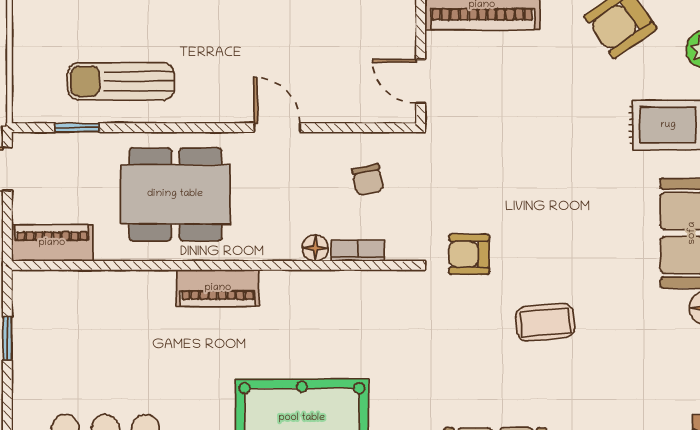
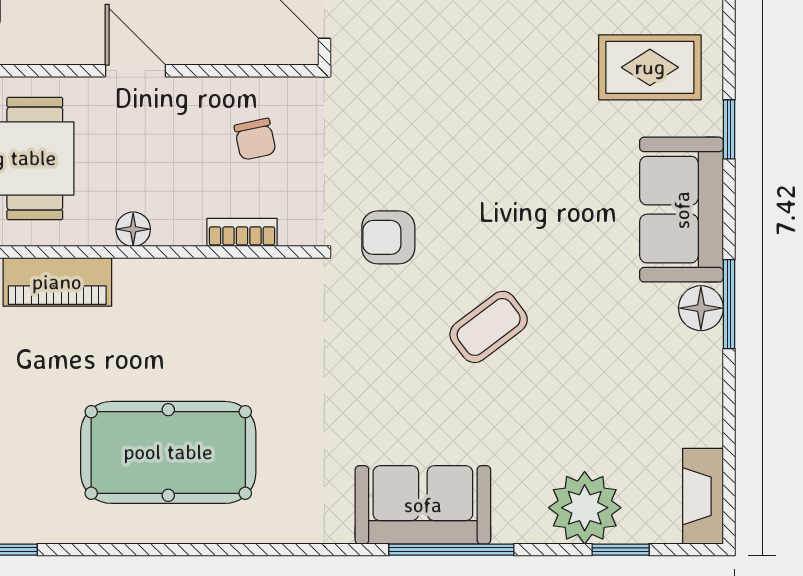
floor lamp: (315, 248) -> (133, 229), moved
coffee table: (545, 322) -> (489, 327), turned -32

